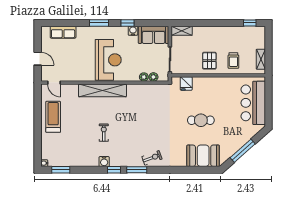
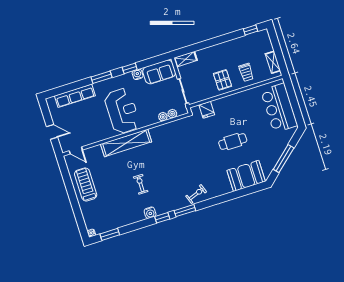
row of seats: (63, 32) -> (75, 96), width x1.48

